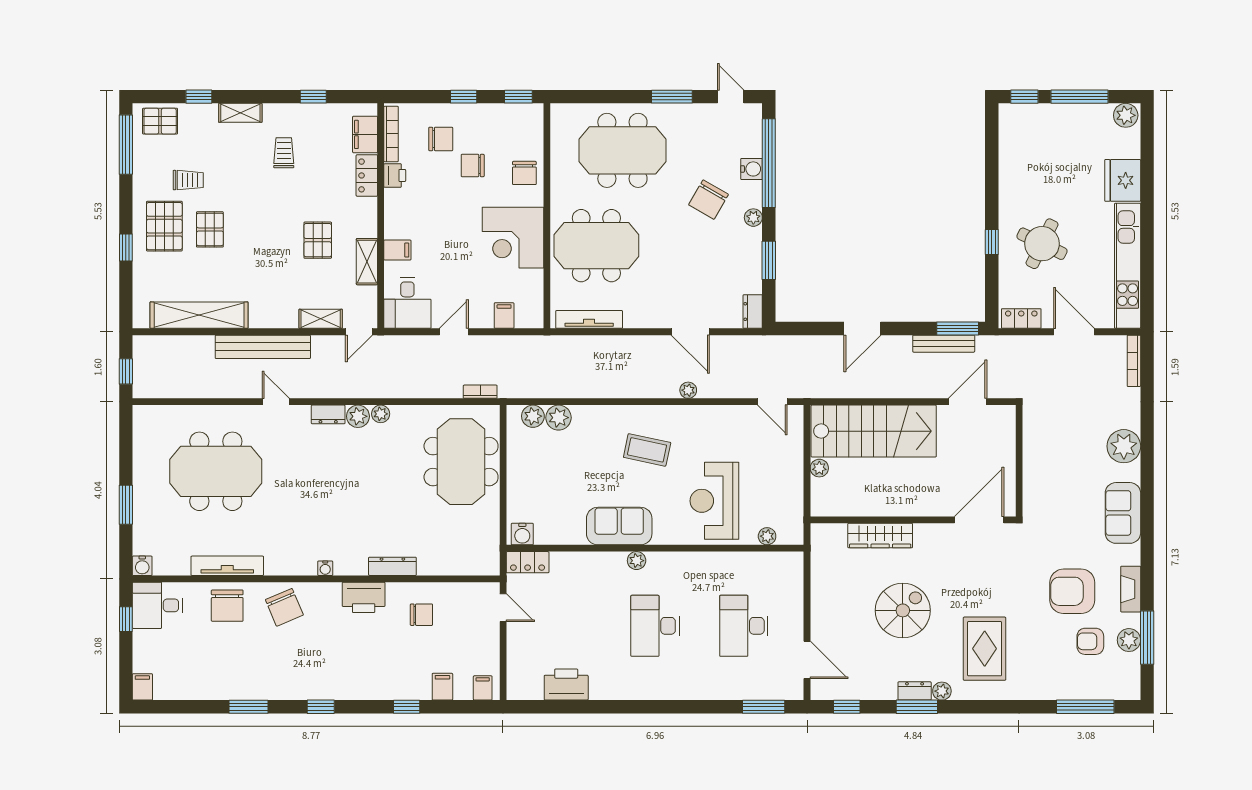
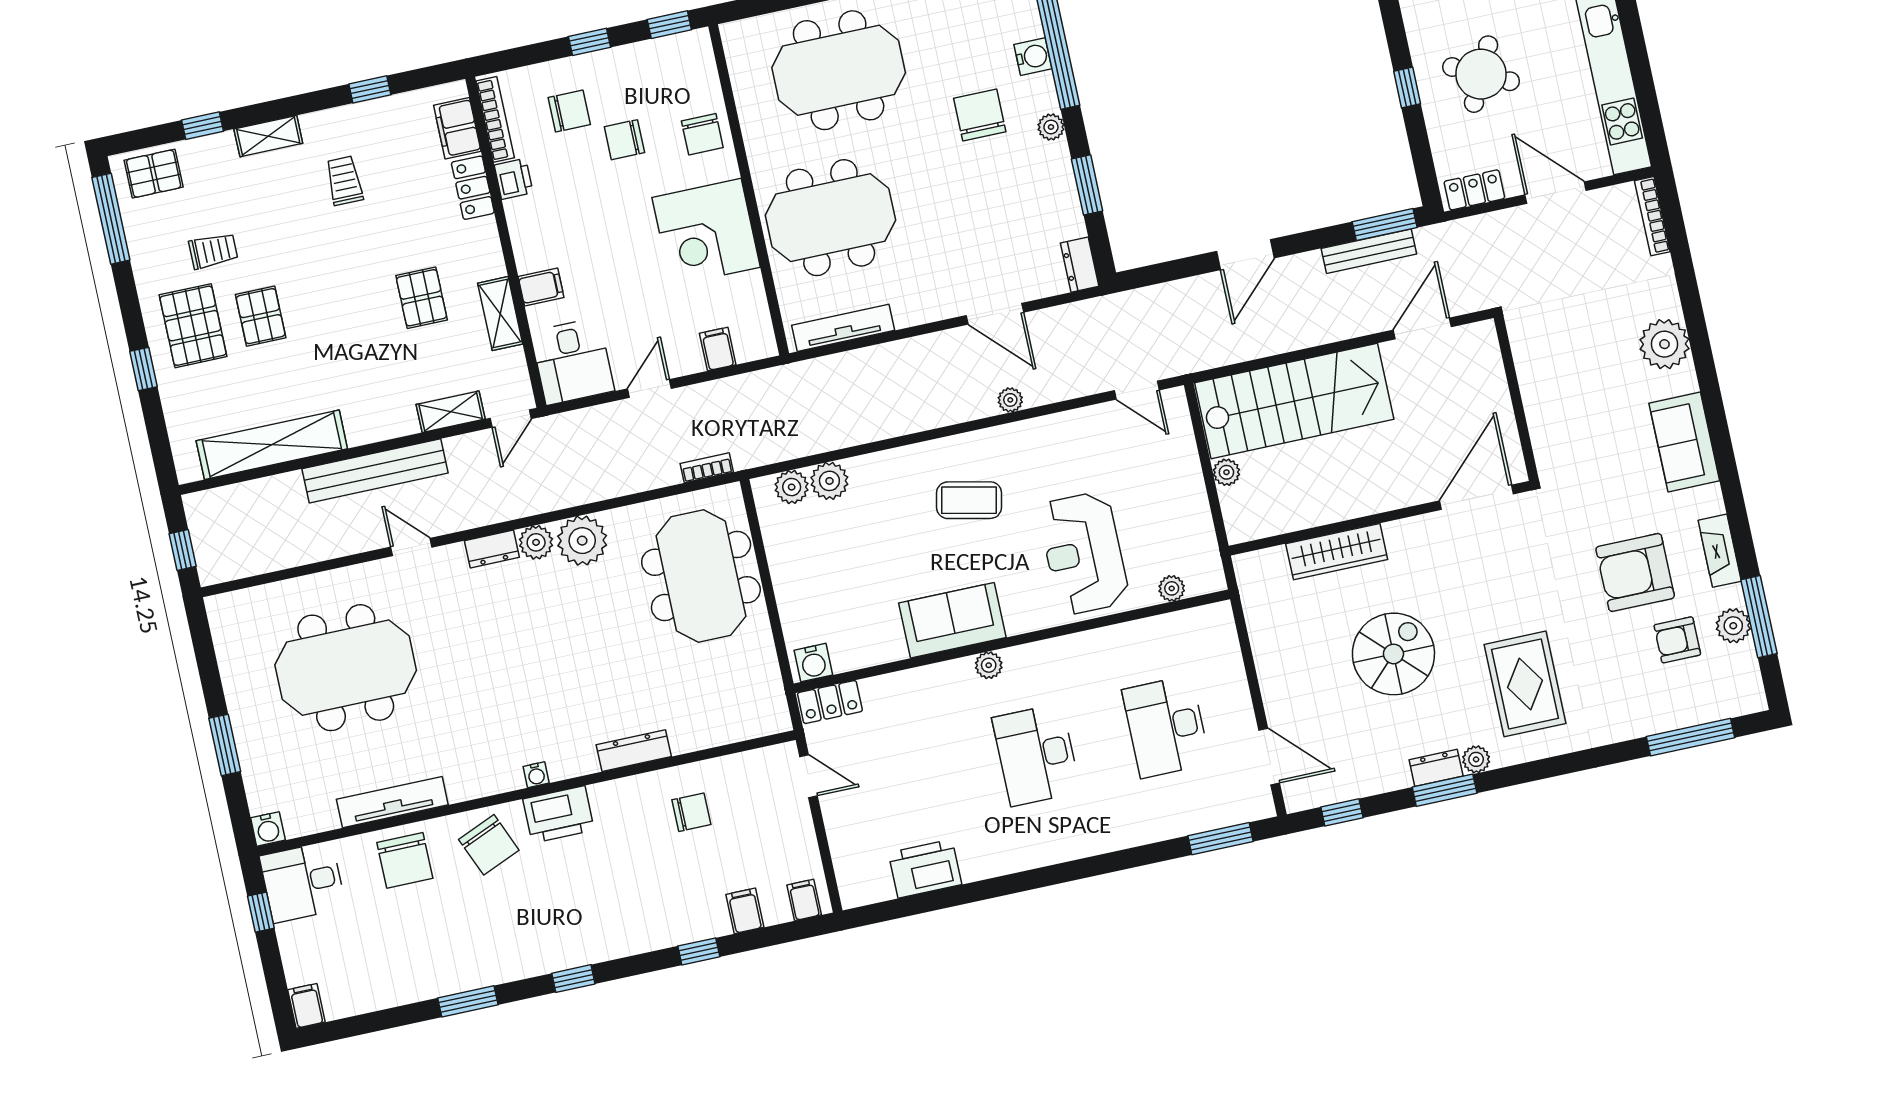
chair: (709, 200) -> (980, 115), turned 150
plant: (381, 414) -> (582, 541), width x1.87, depth x1.87
printer: (364, 597) -> (559, 815), moved

